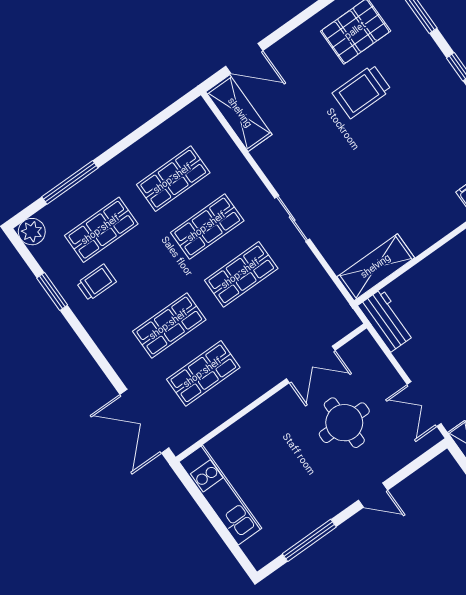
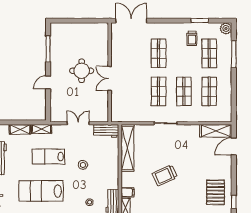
trolley: (362, 91) -> (165, 175), moved, turned -114
shelving: (376, 267) -> (127, 148), width x1.47
double door: (311, 364) -> (110, 79), moved
shop shelf: (203, 373) -> (133, 53), removed
double door: (424, 404) -> (78, 123), moved
round table: (344, 423) -> (82, 71), moved
kitchen unit: (220, 495) -> (86, 29), removed

